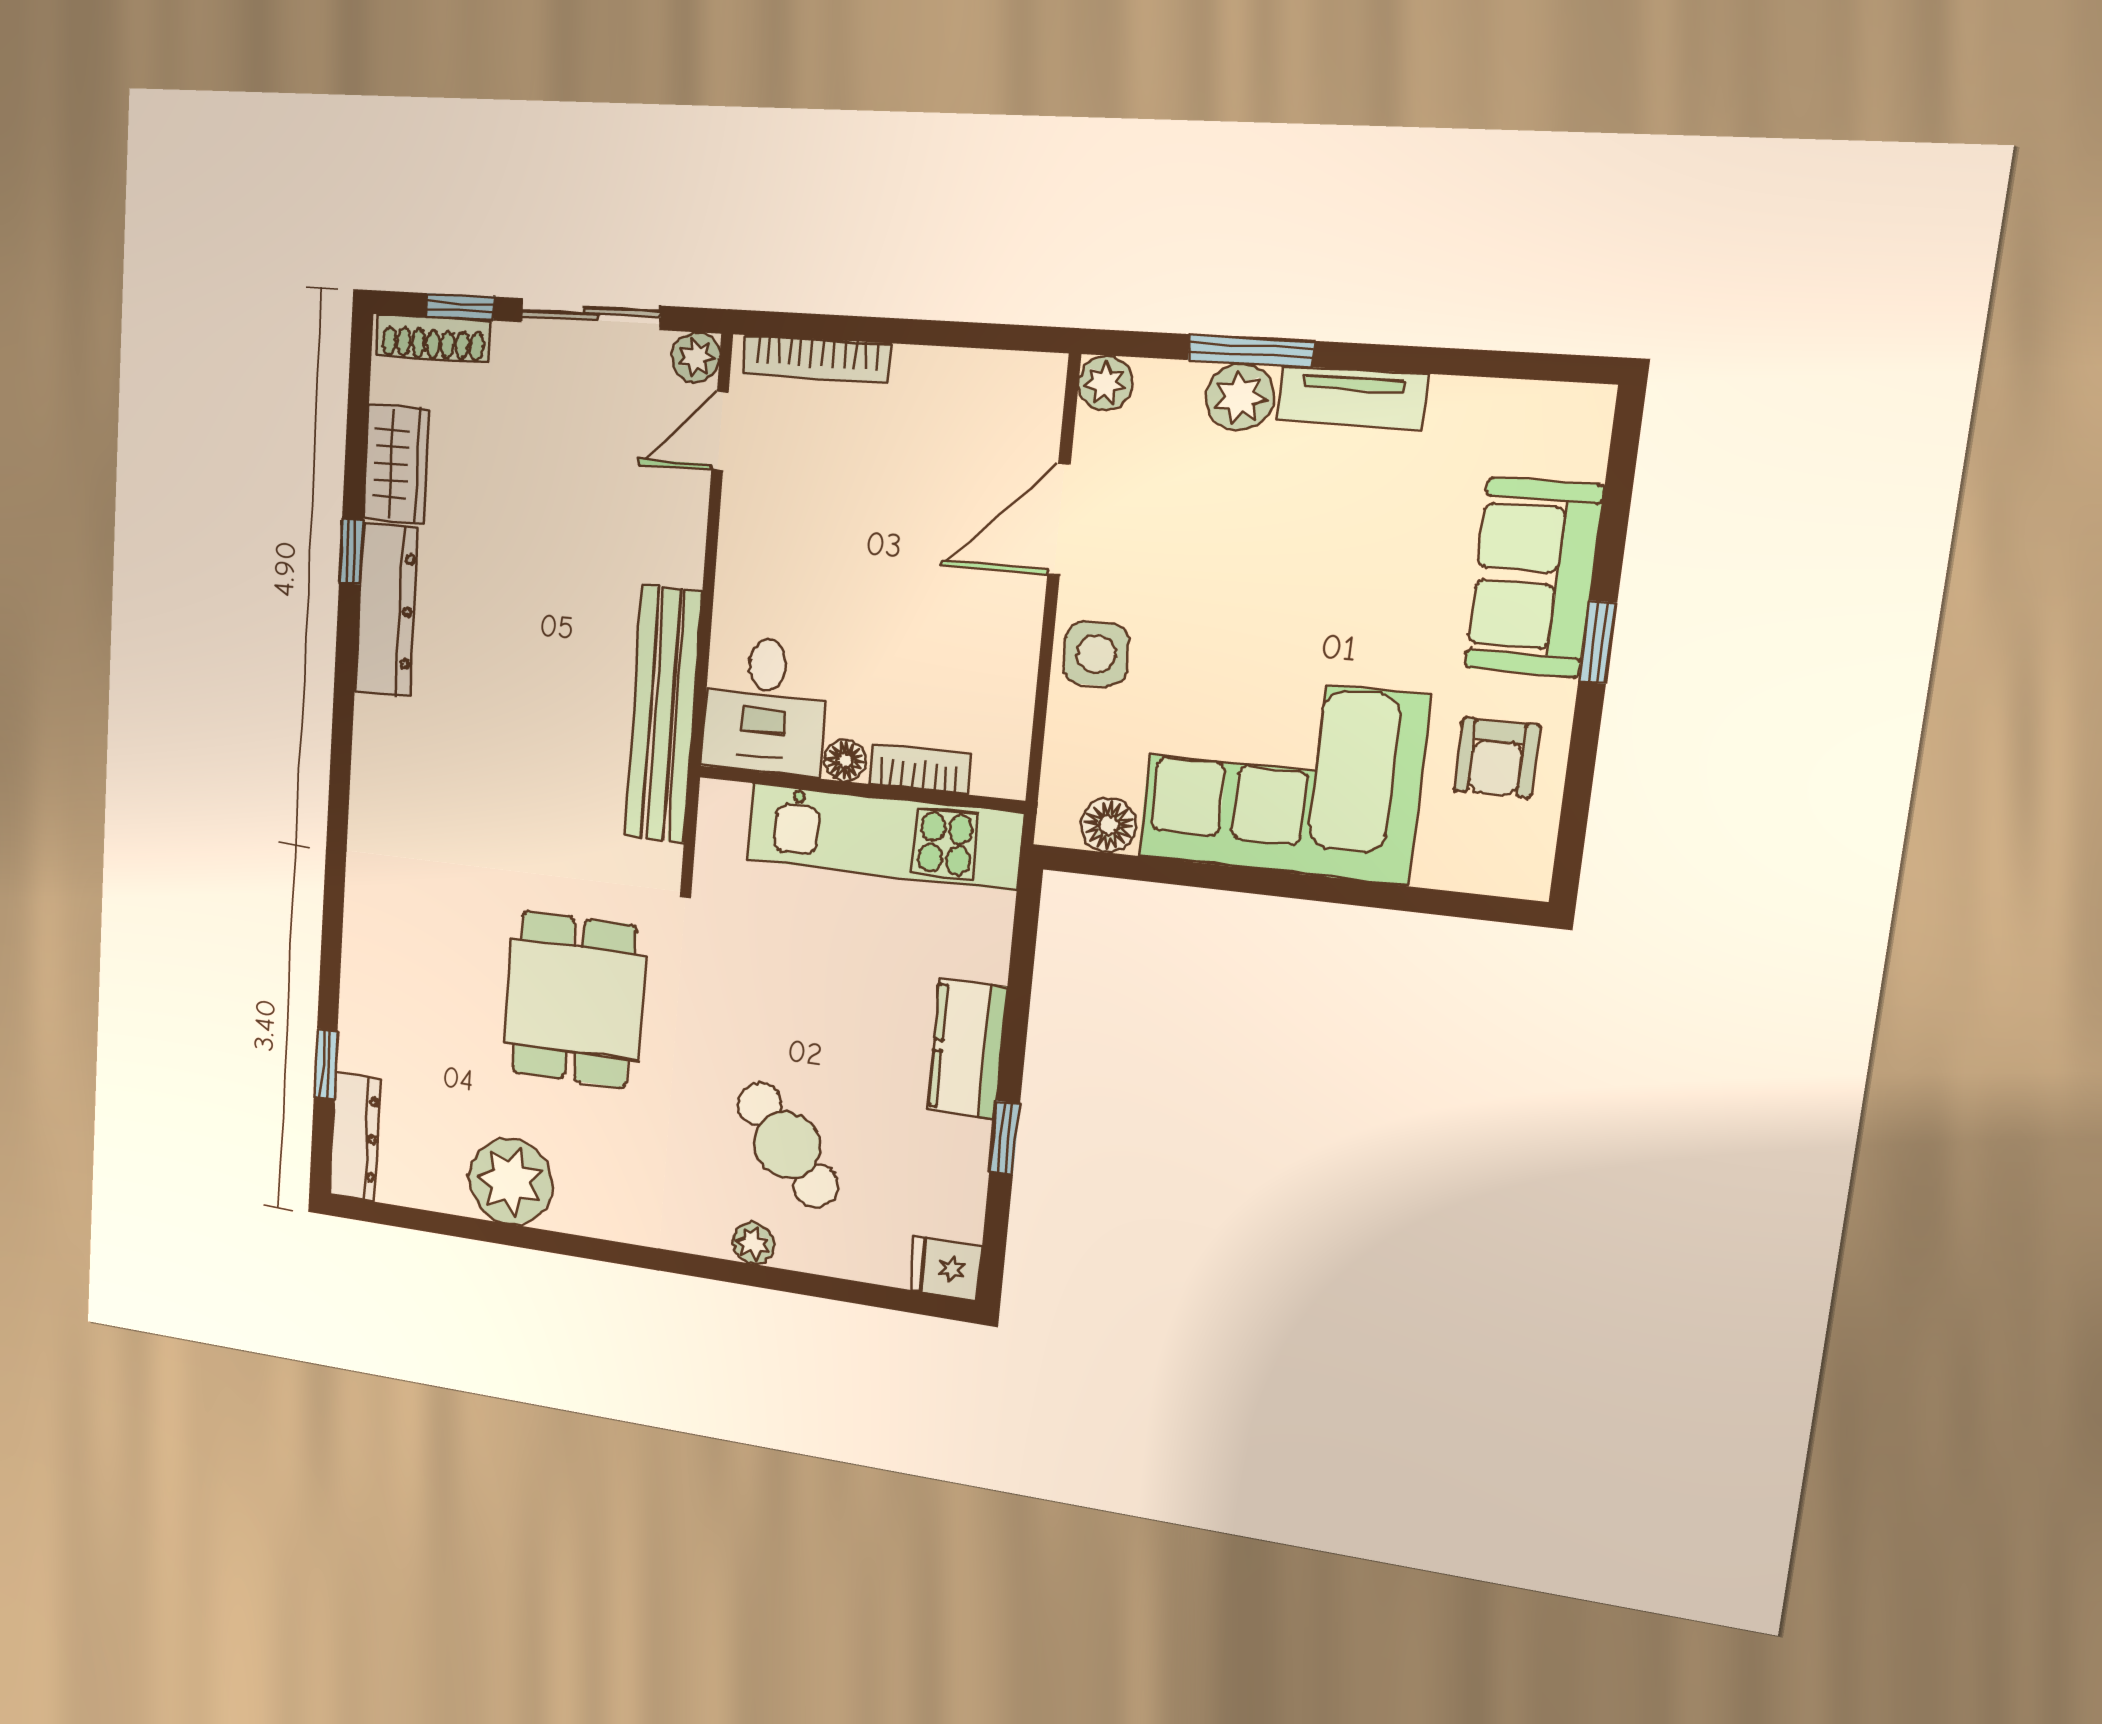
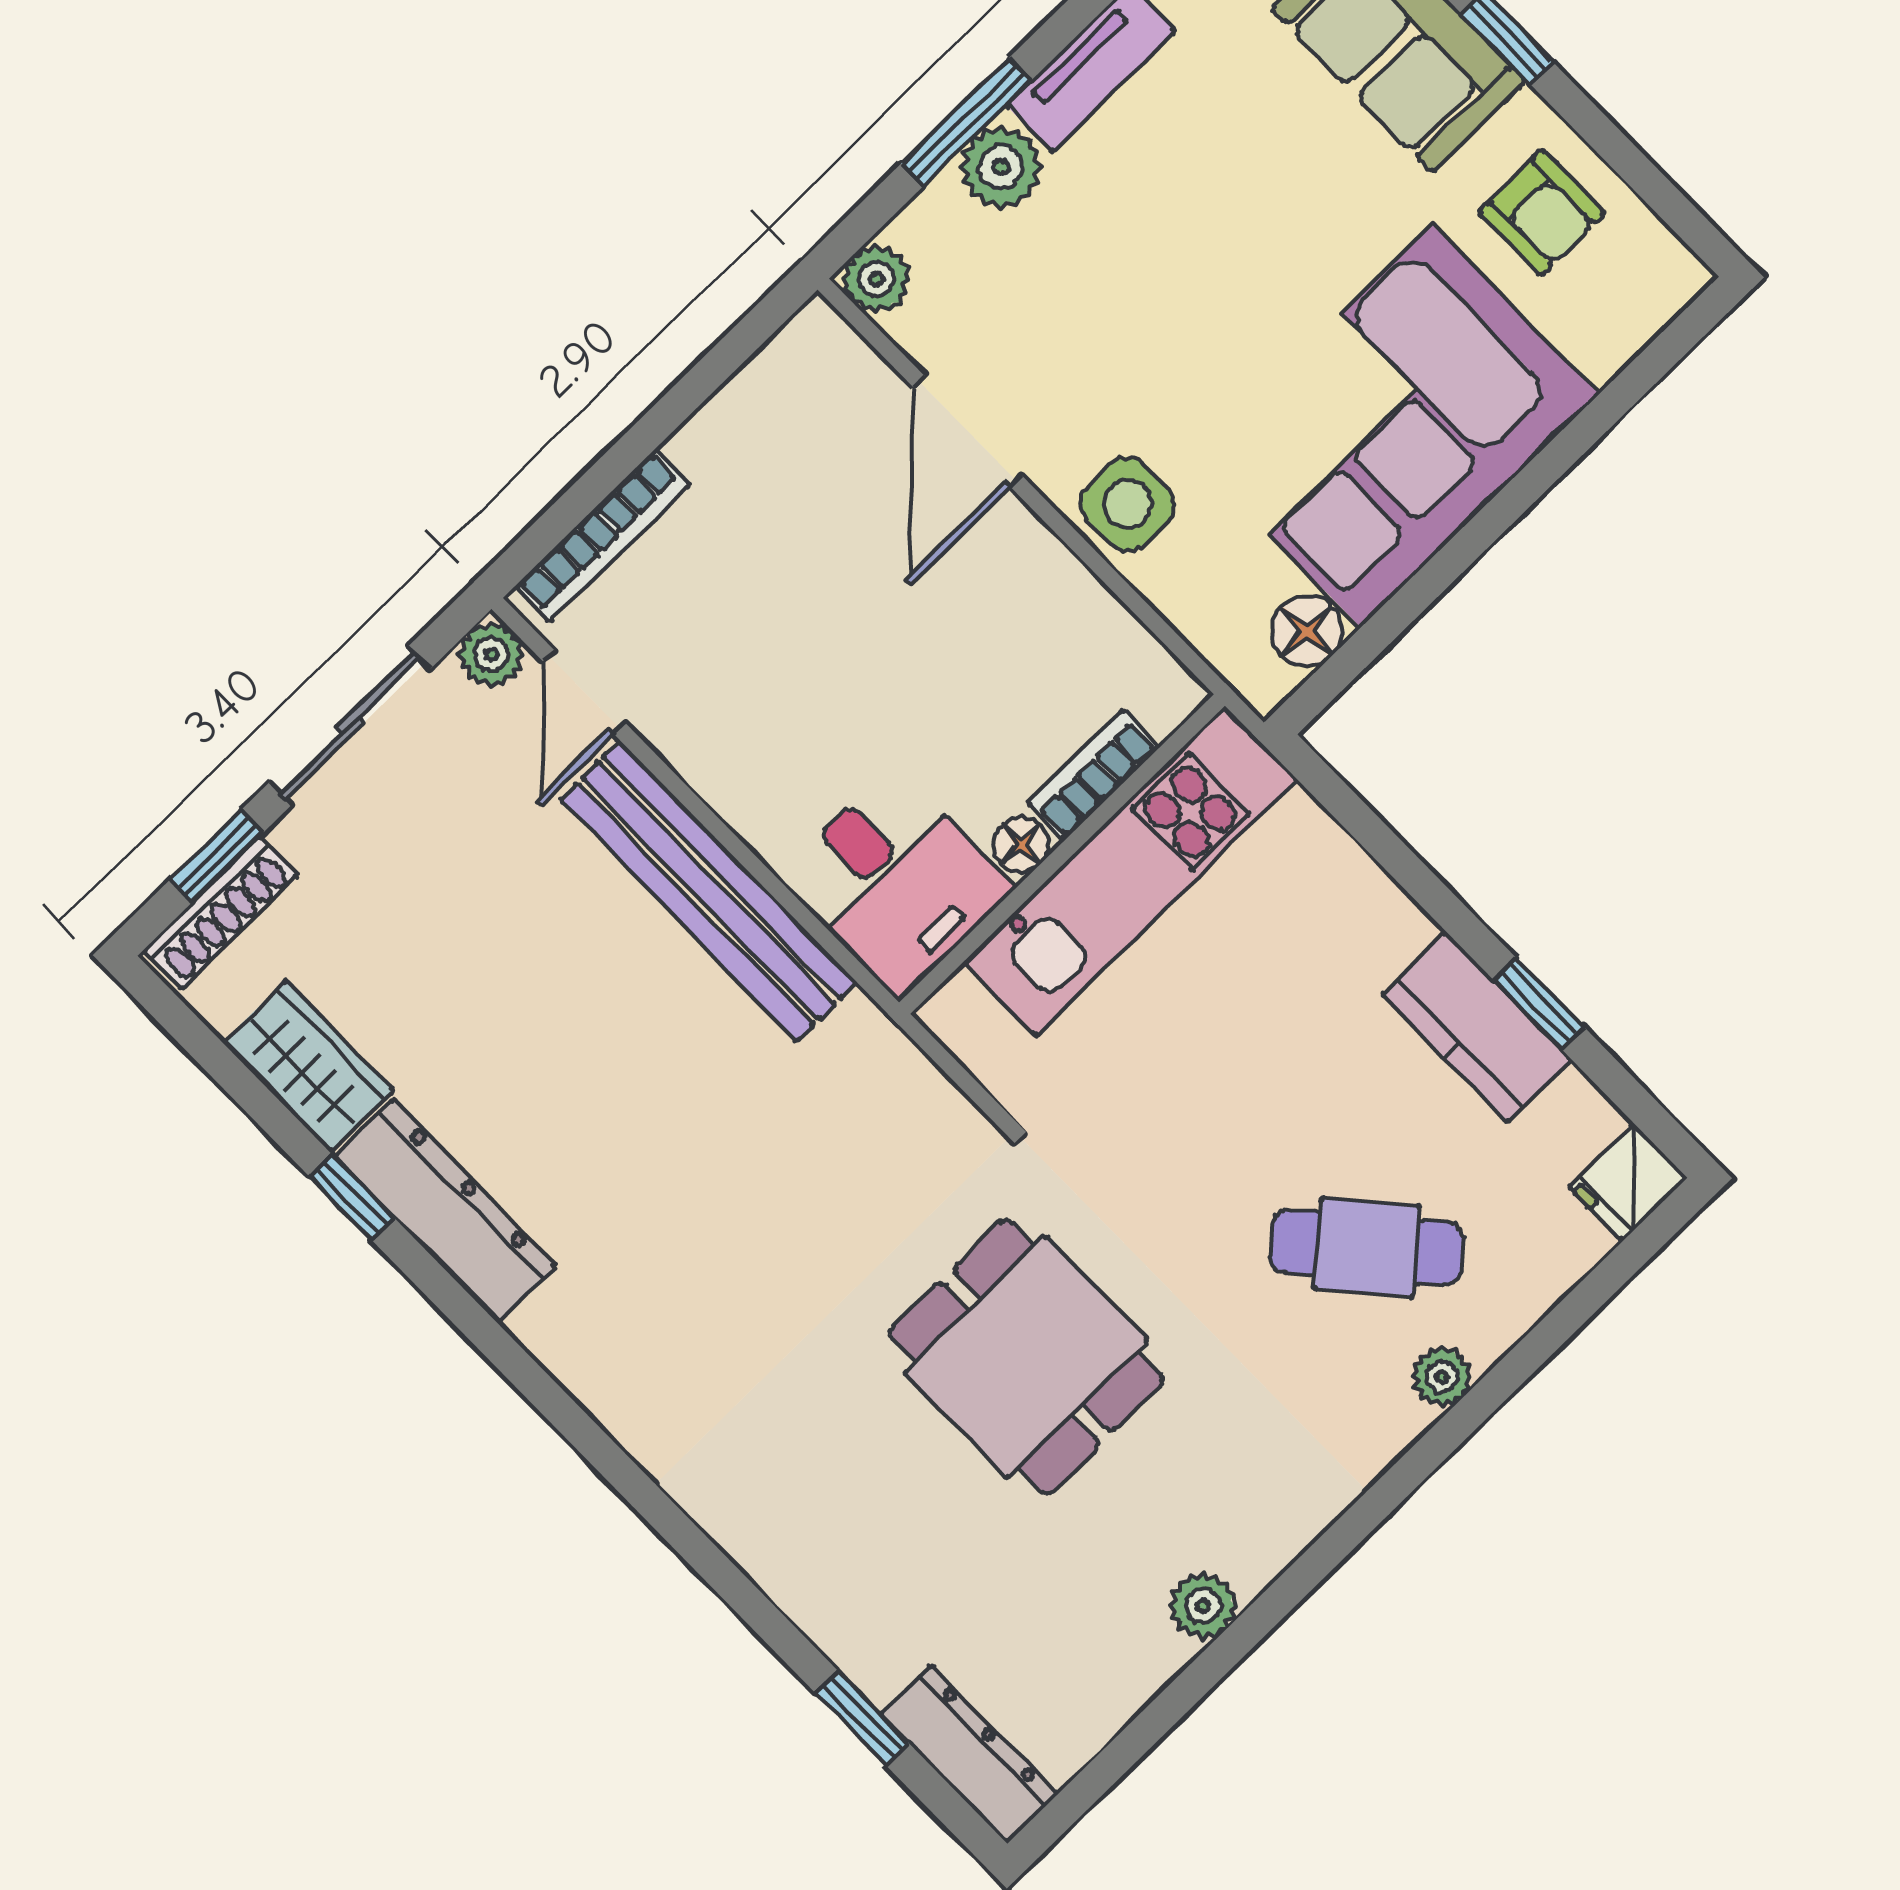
bench: (663, 715) -> (709, 891), moved
kitchen counter: (967, 1049) -> (1477, 1027), moved
plant: (510, 1181) -> (1203, 1606), width x0.53, depth x0.53

